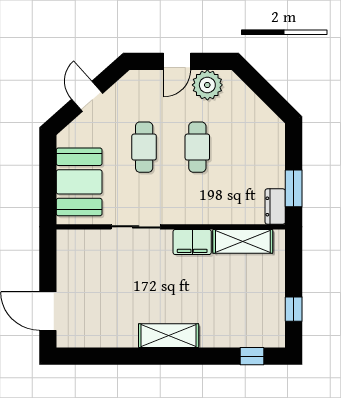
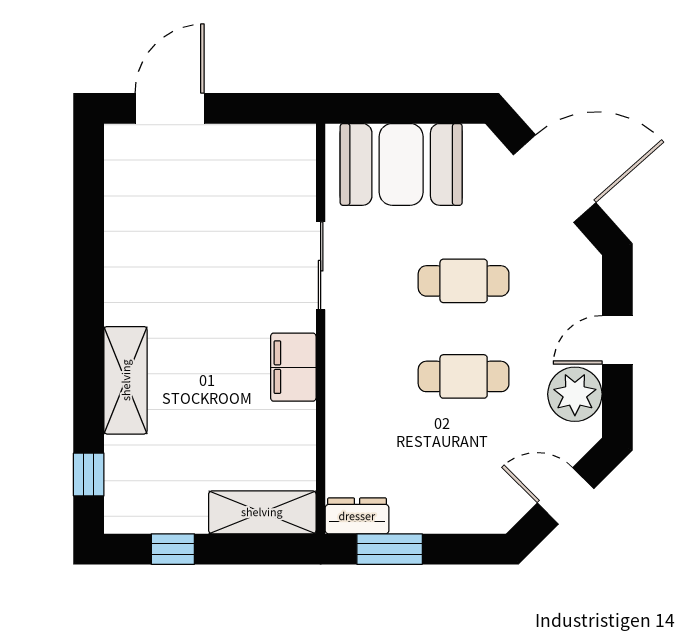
door: (177, 61) -> (617, 340), hinge flipped
door: (264, 90) -> (566, 496), added
door: (87, 96) -> (555, 179), width x1.88
shelving: (243, 241) -> (262, 512), moved, turned 90
shelving: (169, 336) -> (126, 380), moved

